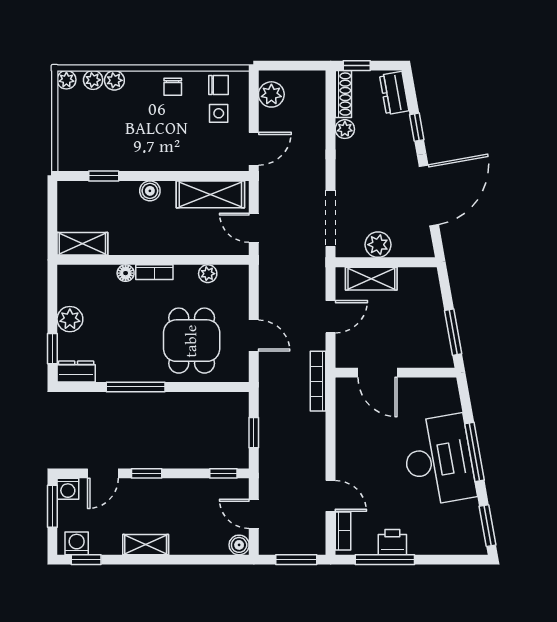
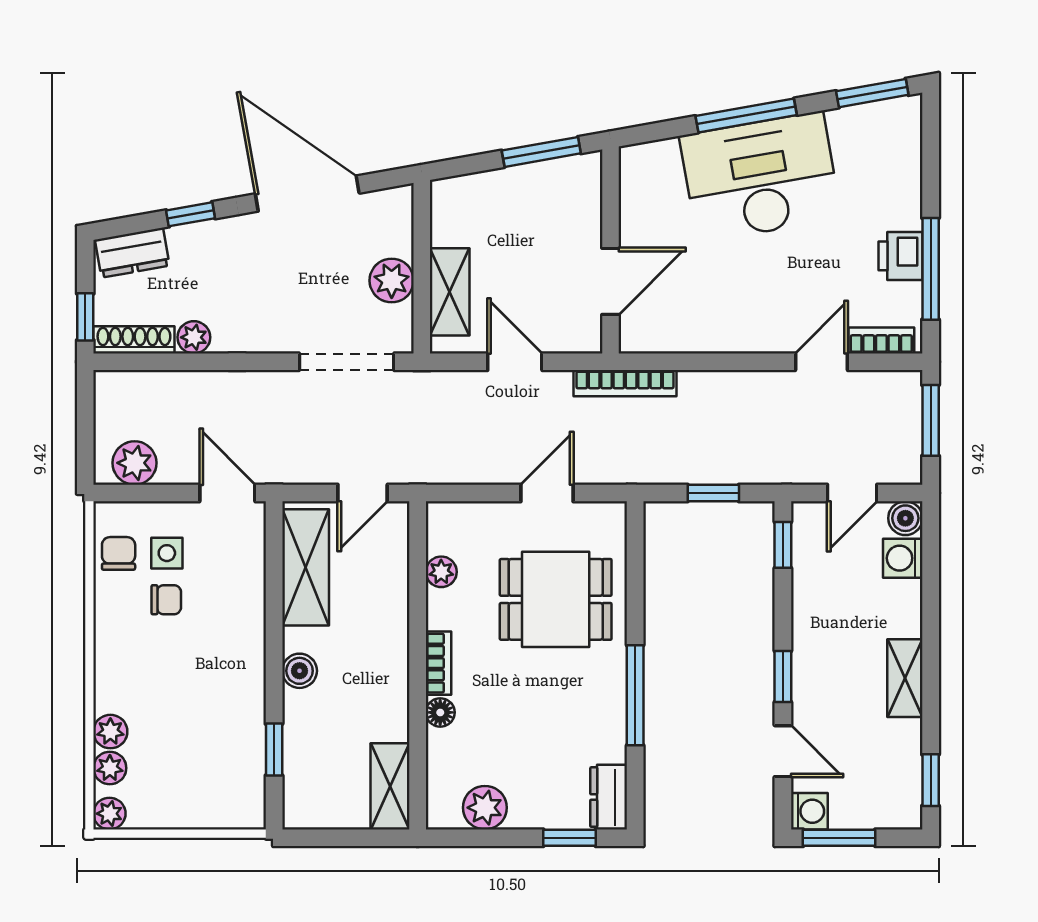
chair: (173, 87) -> (166, 600), moved
plant: (70, 319) -> (485, 808), moved
washing machine: (77, 543) -> (903, 558), moved

